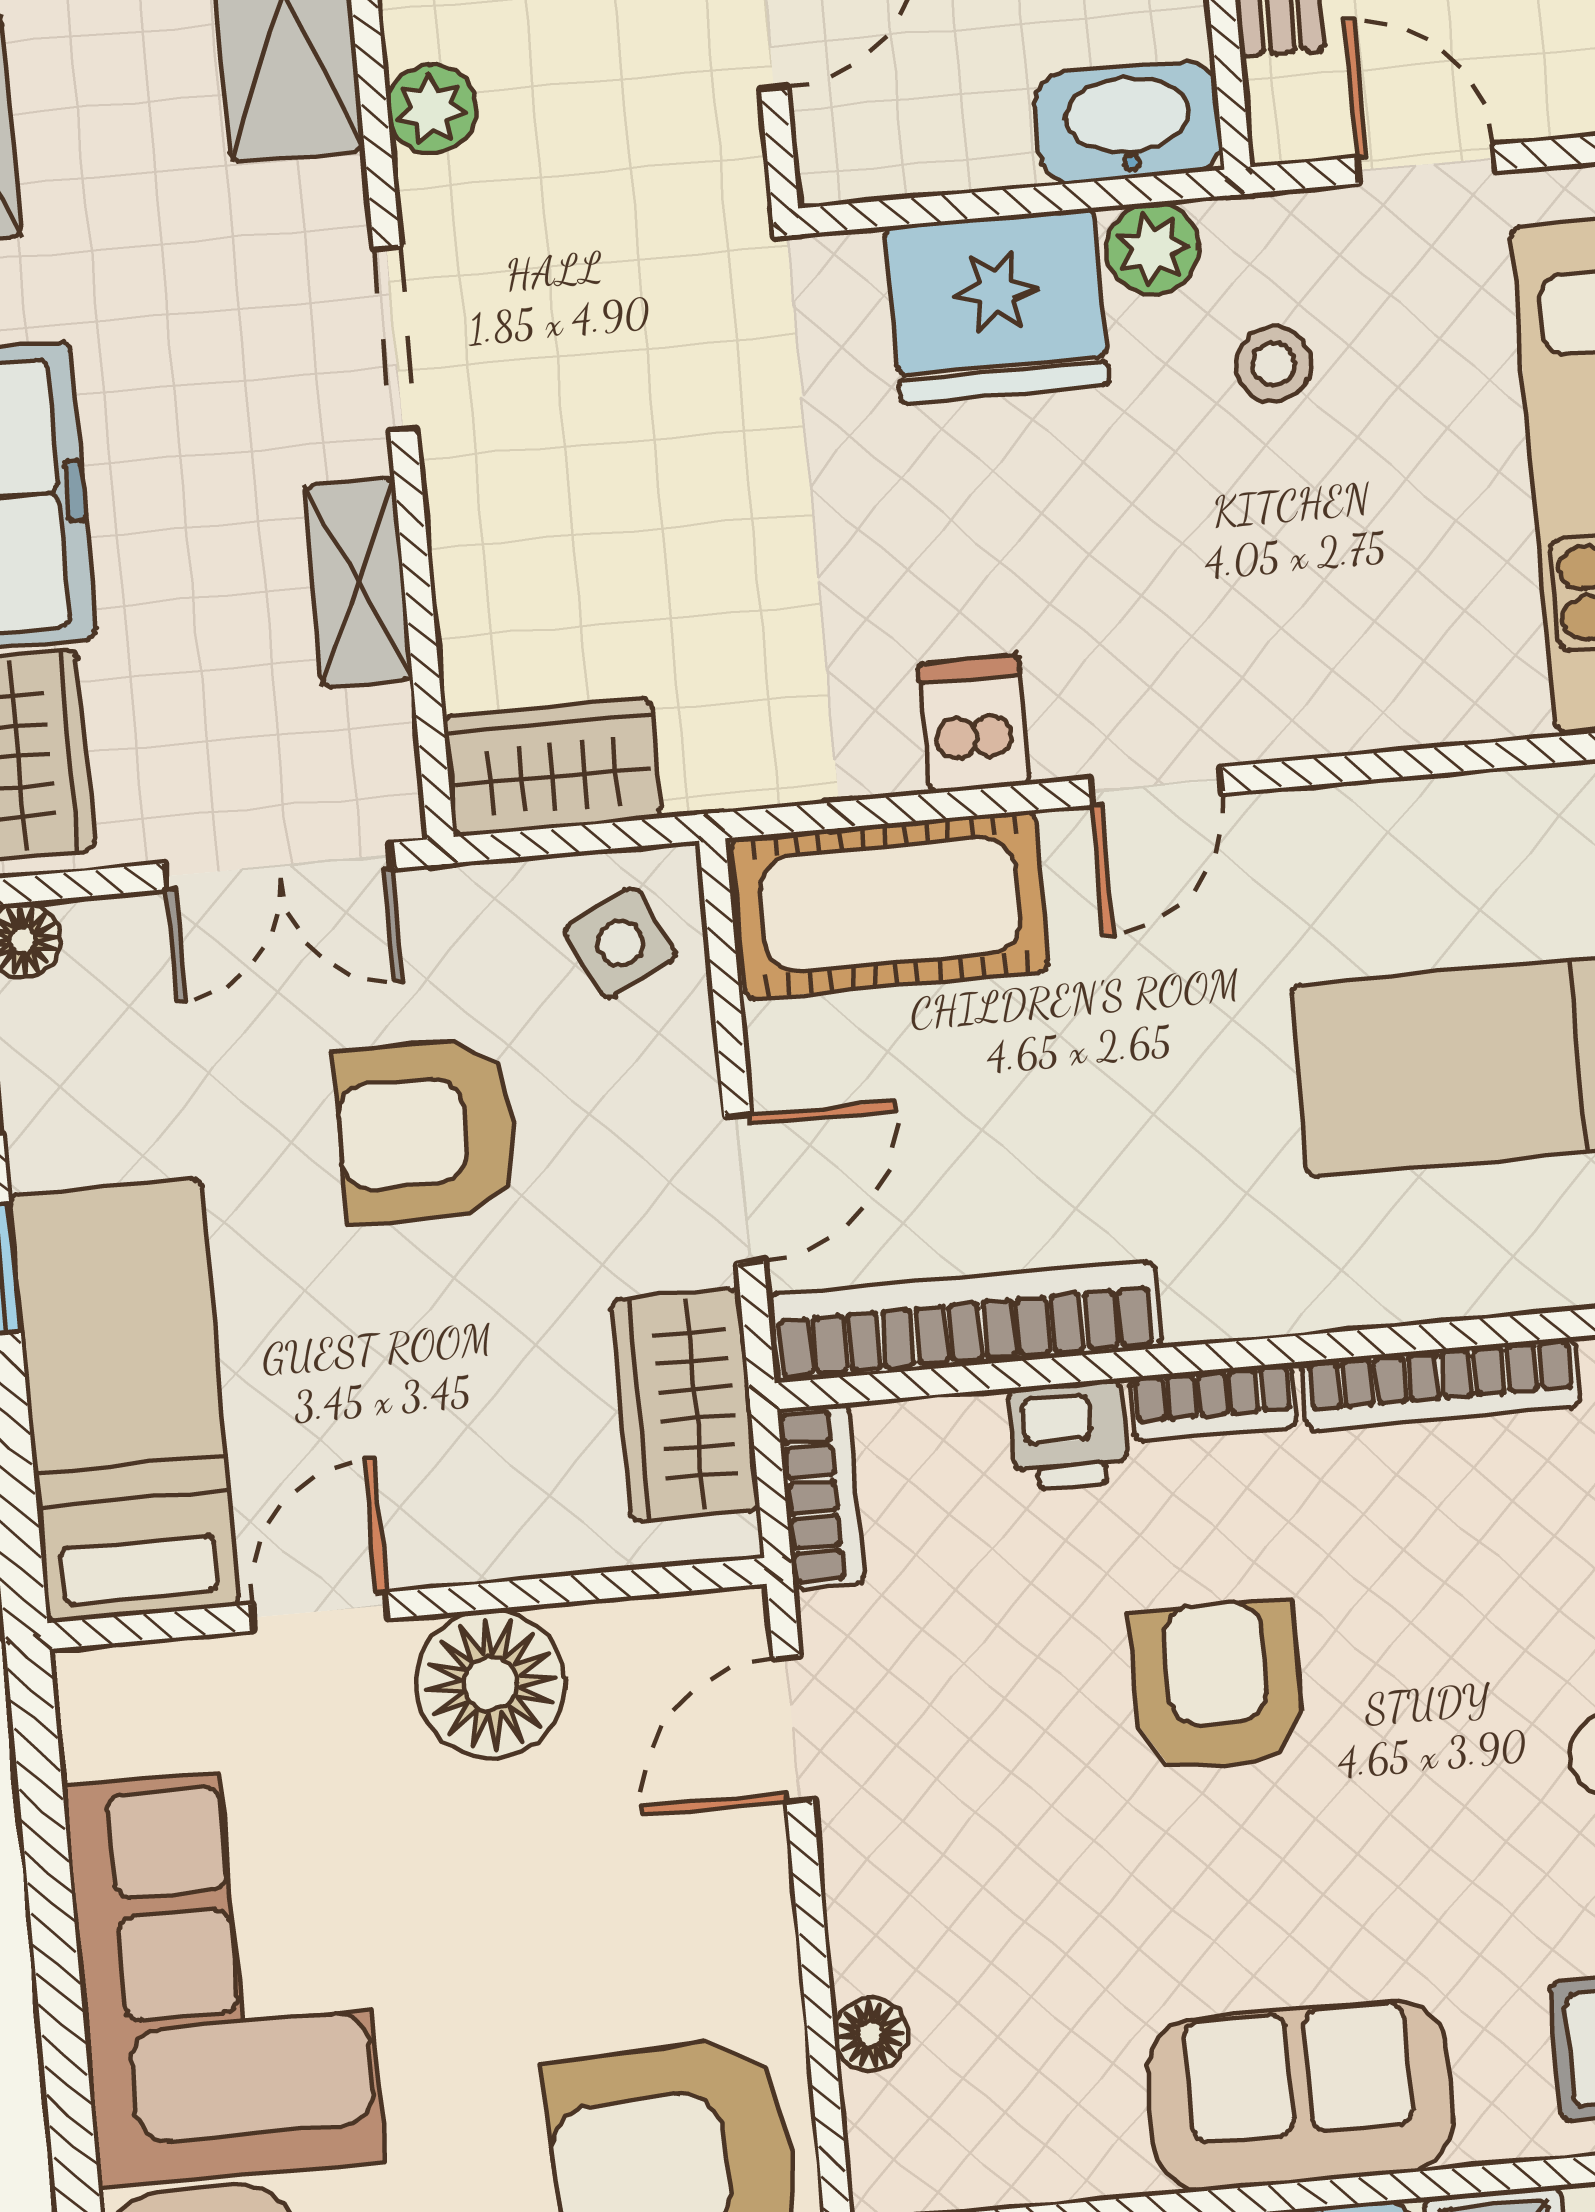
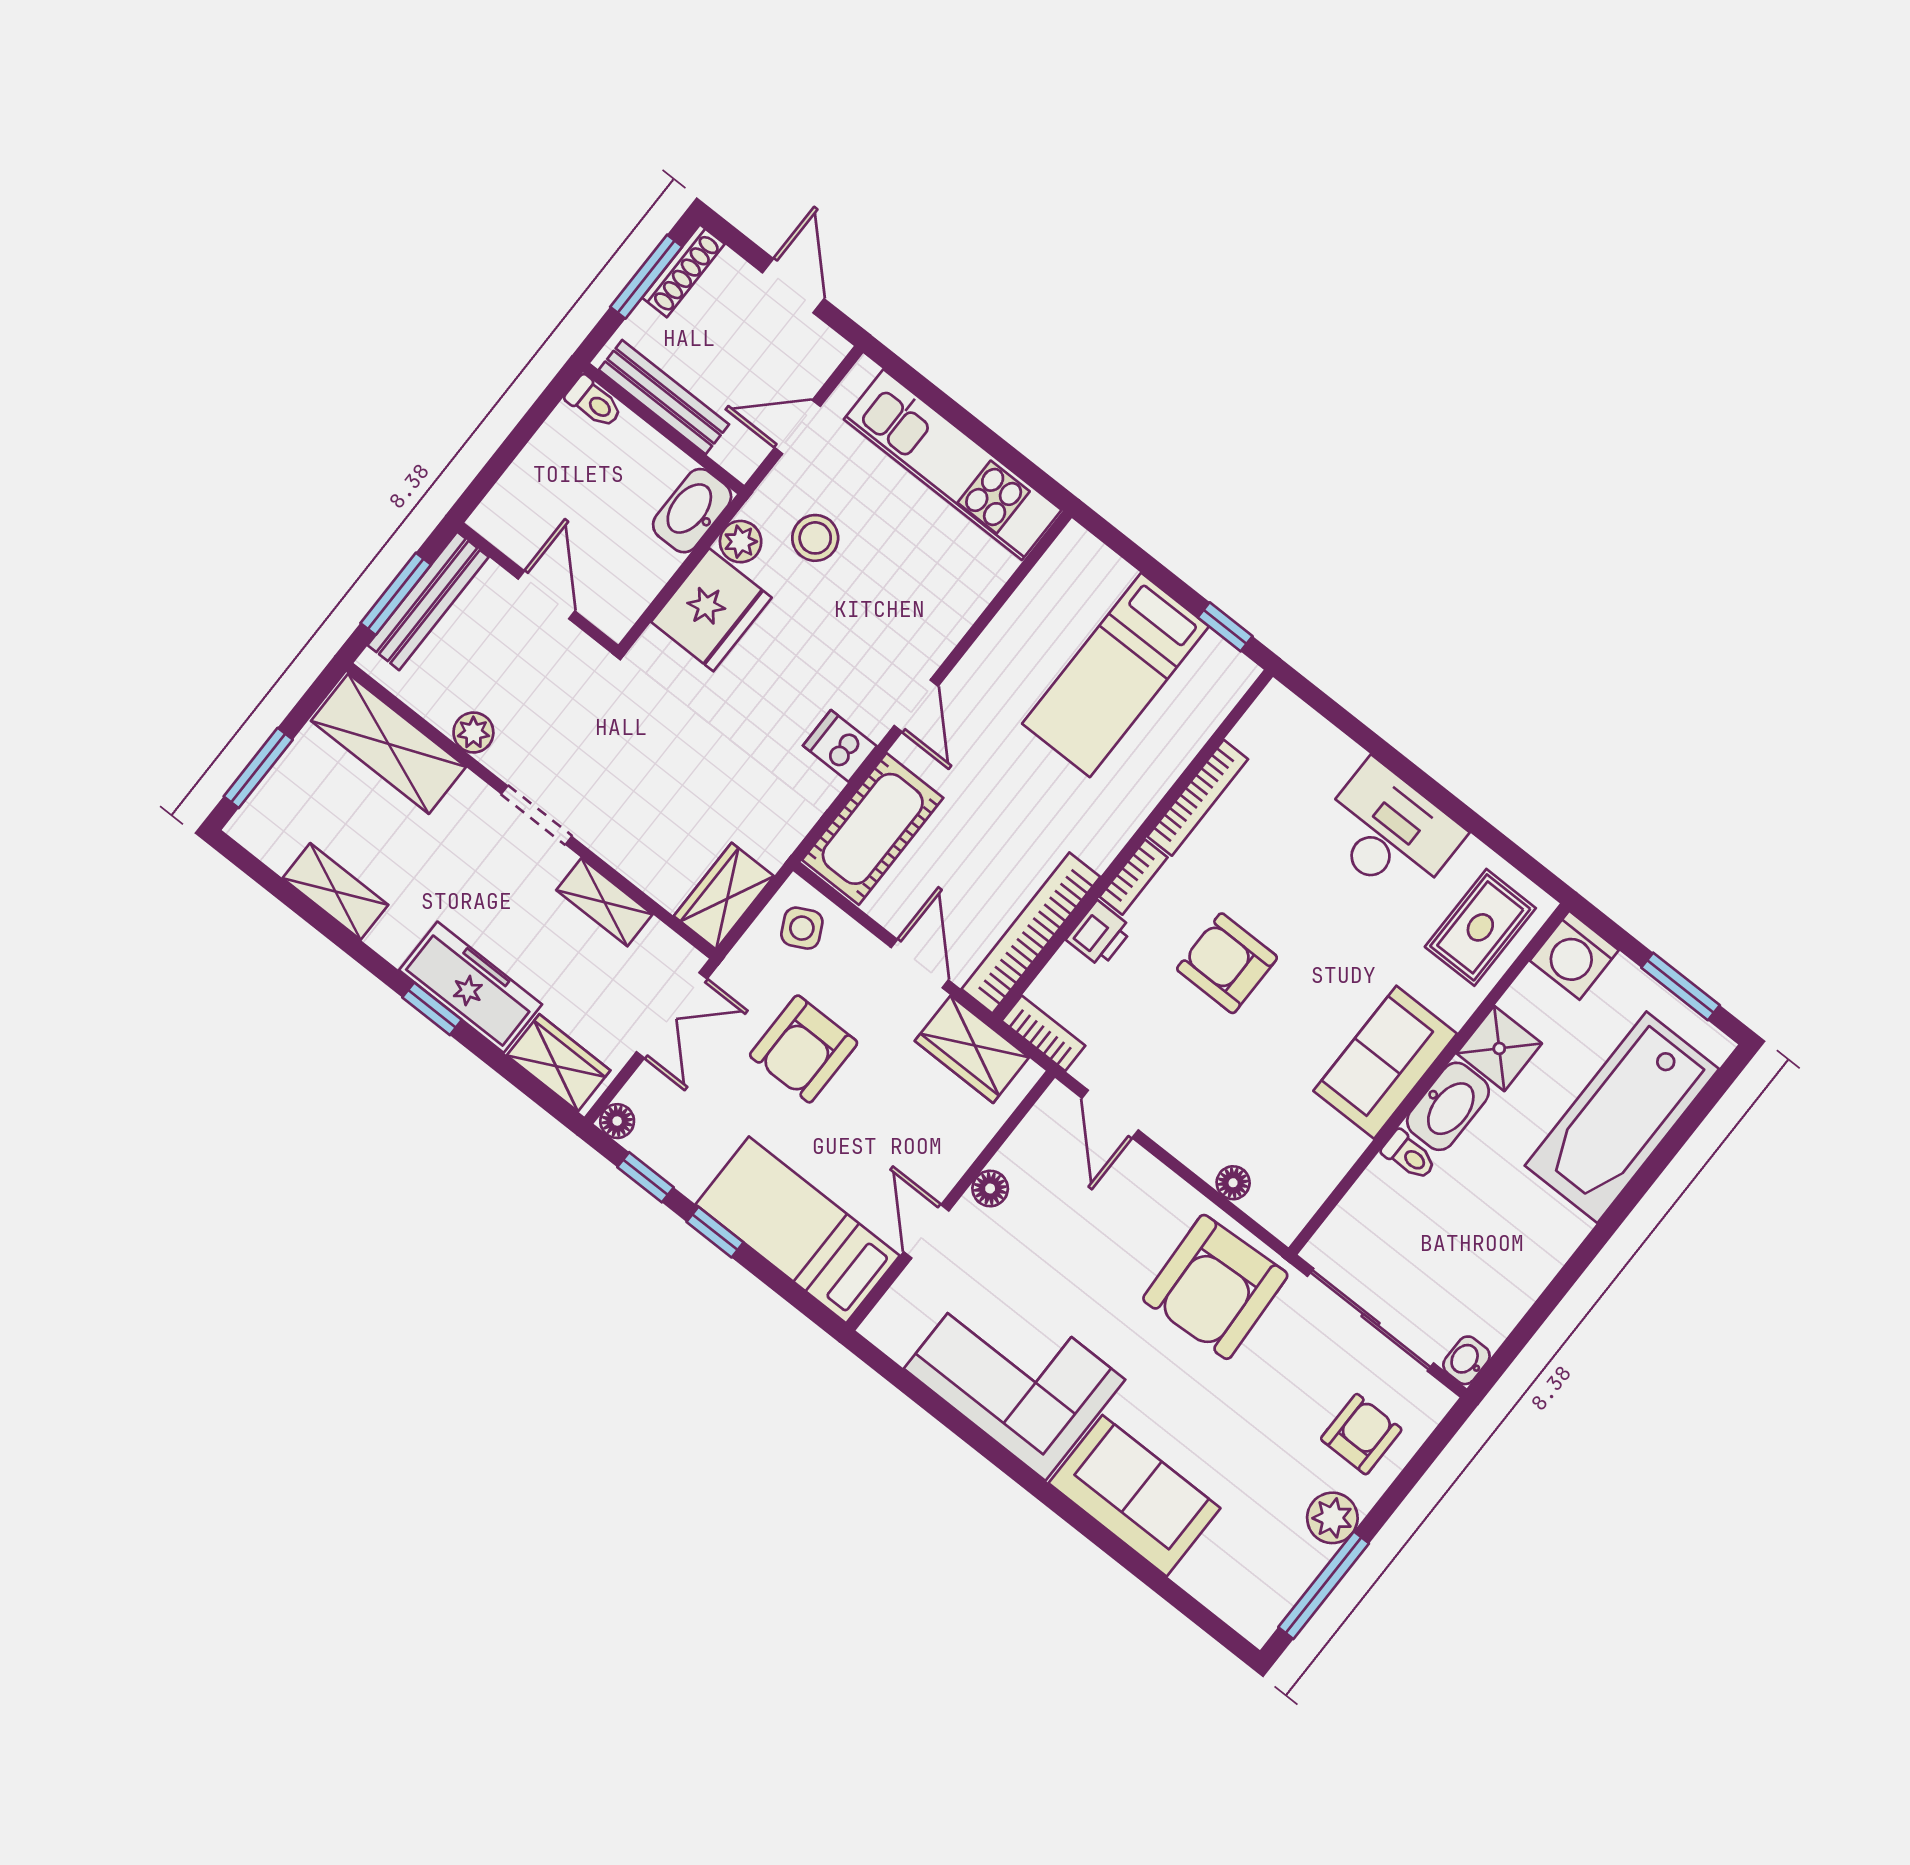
stool: (1273, 364) -> (815, 538), width x1.37, depth x1.37
floor lamp: (491, 1684) -> (990, 1189), width x0.53, depth x0.53

